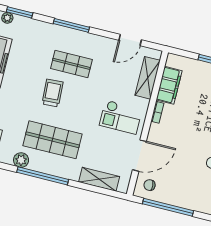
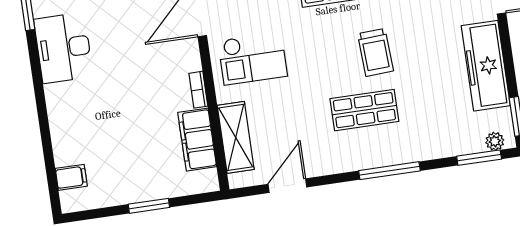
checkout: (121, 117) -> (253, 58), turned 180

